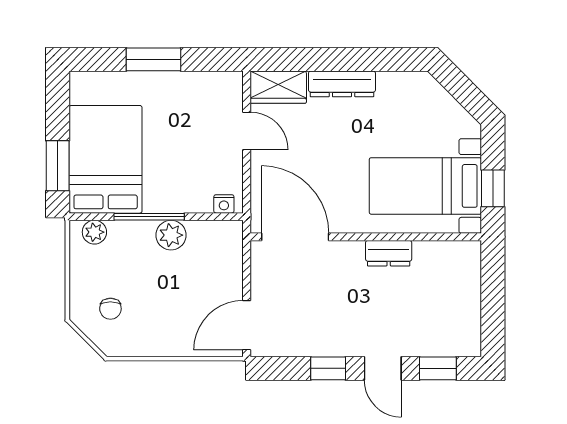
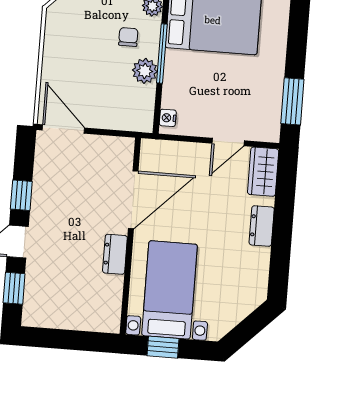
window: (154, 59) -> (292, 101), moved
dresser: (342, 84) -> (262, 226), width x0.70
door: (295, 237) -> (133, 200), moved
chair: (110, 309) -> (128, 37), moved, turned 90

